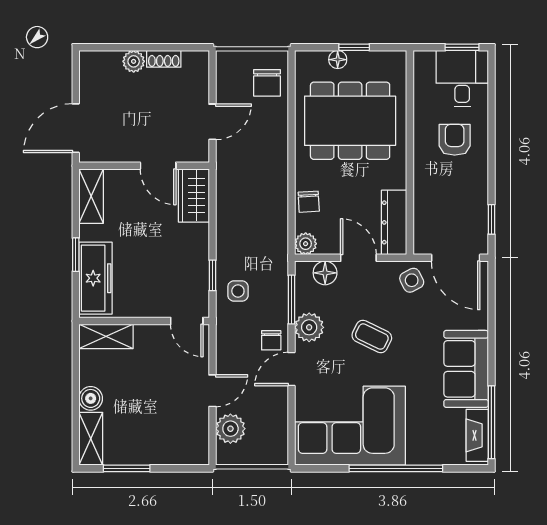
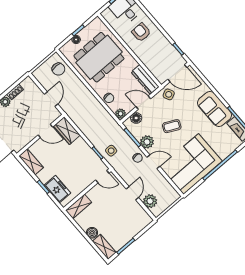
freezer: (95, 278) -> (57, 189), width x0.71
door: (291, 369) -> (153, 162), swing flipped

